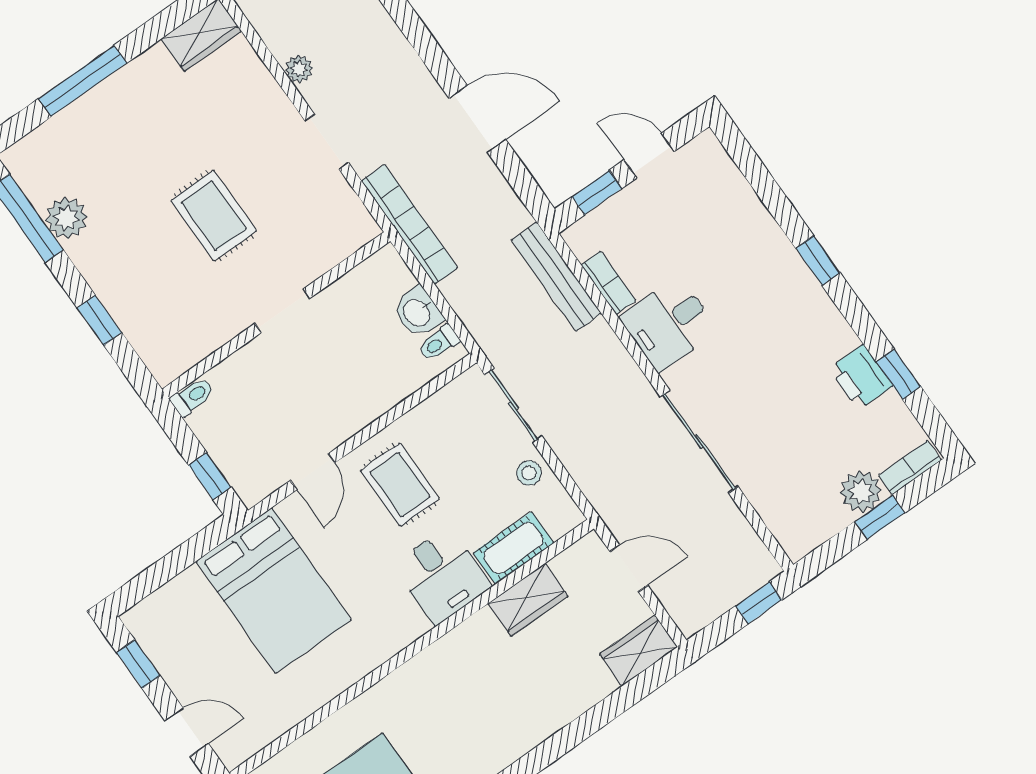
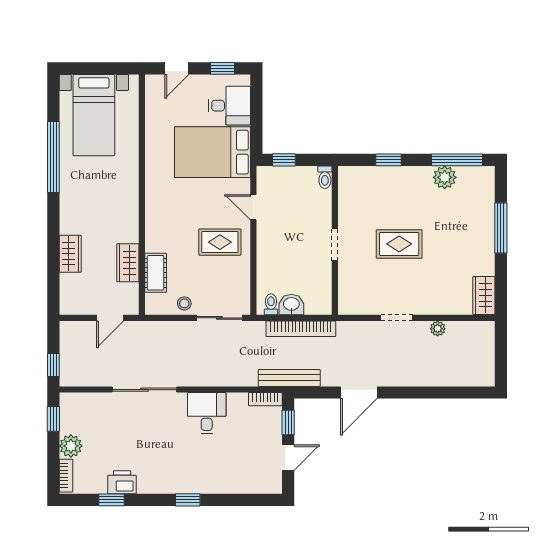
bookcase: (410, 224) -> (301, 329), moved
bench: (556, 277) -> (289, 378), moved
bookcase: (608, 283) -> (265, 399), moved
window: (880, 517) -> (53, 419), moved
desk: (442, 576) -> (229, 106), moved, turned 180
wardrobe: (639, 650) -> (70, 254), moved

